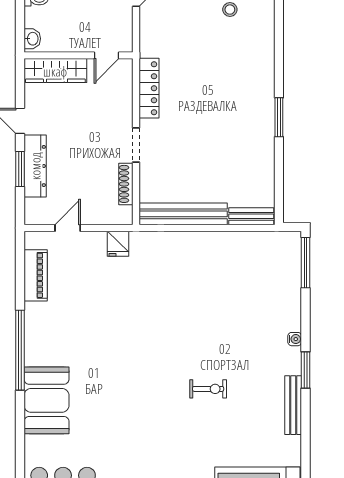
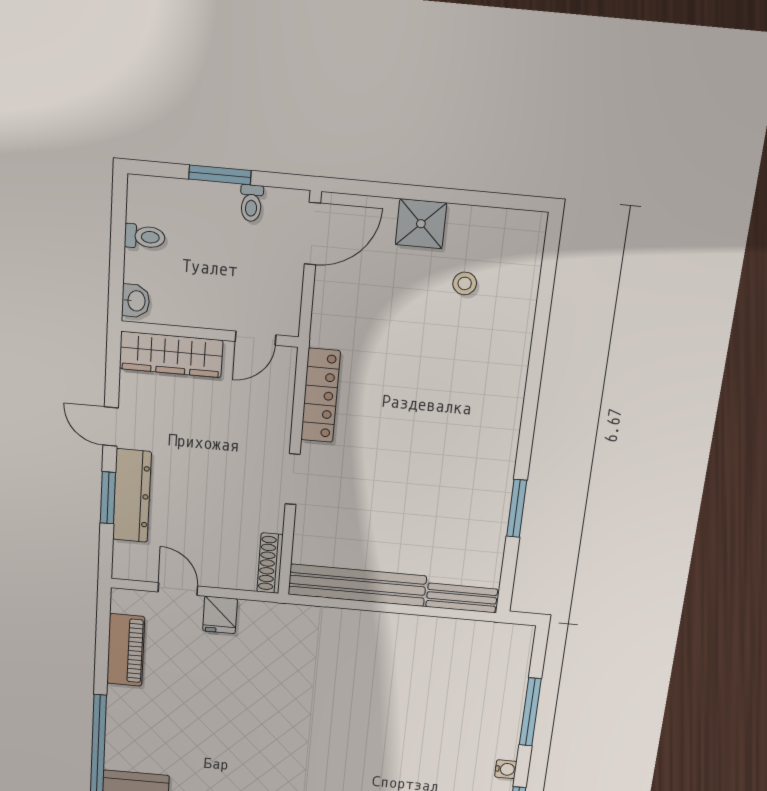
window: (279, 117) -> (517, 508), moved
shoe rack: (126, 184) -> (270, 563), moved
door: (68, 228) -> (178, 589), hinge flipped
fridge: (118, 244) -> (220, 615), moved
window: (306, 263) -> (530, 712), moved

